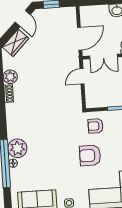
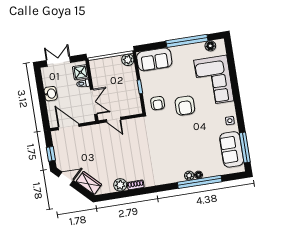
door: (80, 39) -> (69, 127), moved
plant: (17, 148) -> (189, 176), width x0.53, depth x0.53

